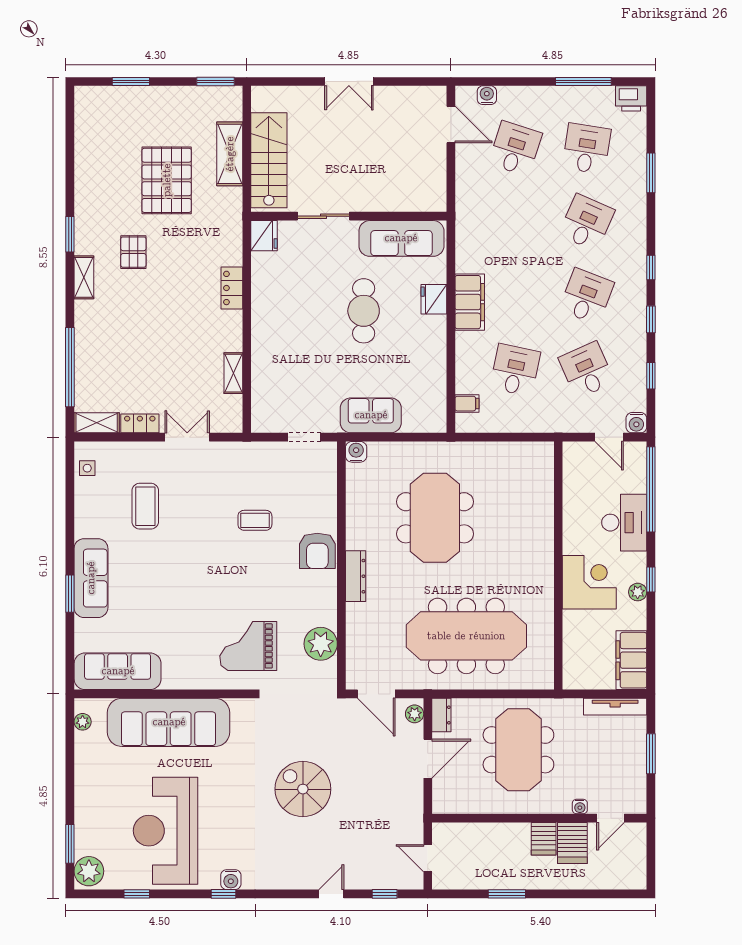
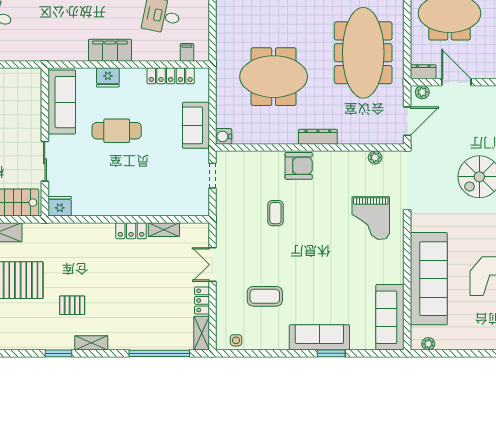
locker: (232, 288) -> (131, 231), moved
locker: (436, 382) -> (171, 76), added
plant: (321, 644) -> (375, 157), width x0.53, depth x0.53

